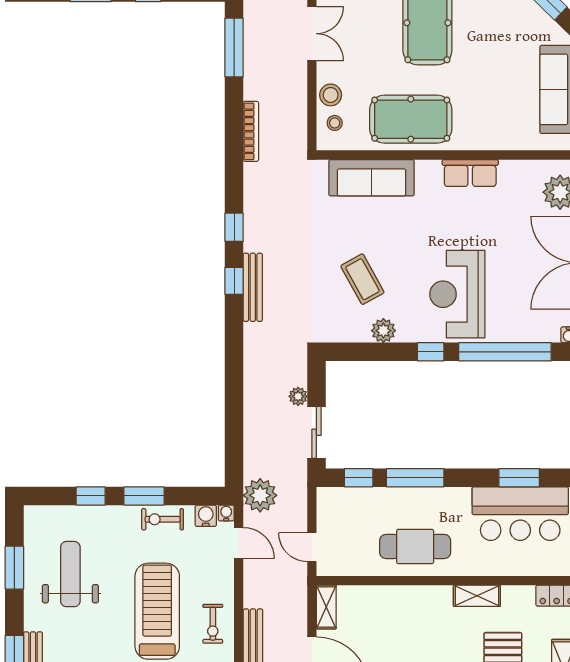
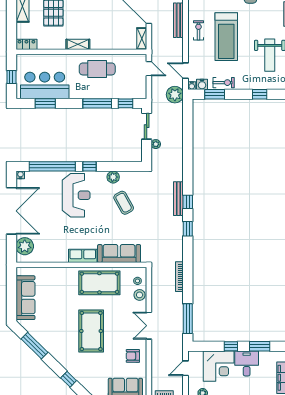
row of seats: (470, 173) -> (83, 256), moved
window: (144, 496) -> (215, 94), moved
shelving: (477, 596) -> (78, 44), moved

